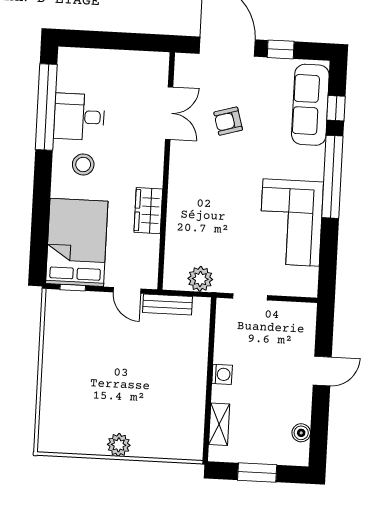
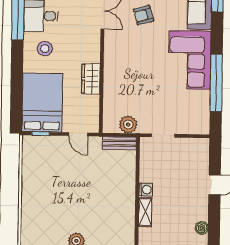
window: (332, 177) -> (216, 83), moved
corner sofa: (291, 223) -> (190, 60), moved
bench: (167, 304) -> (119, 143), moved
shelving: (219, 424) -> (145, 212), moved

